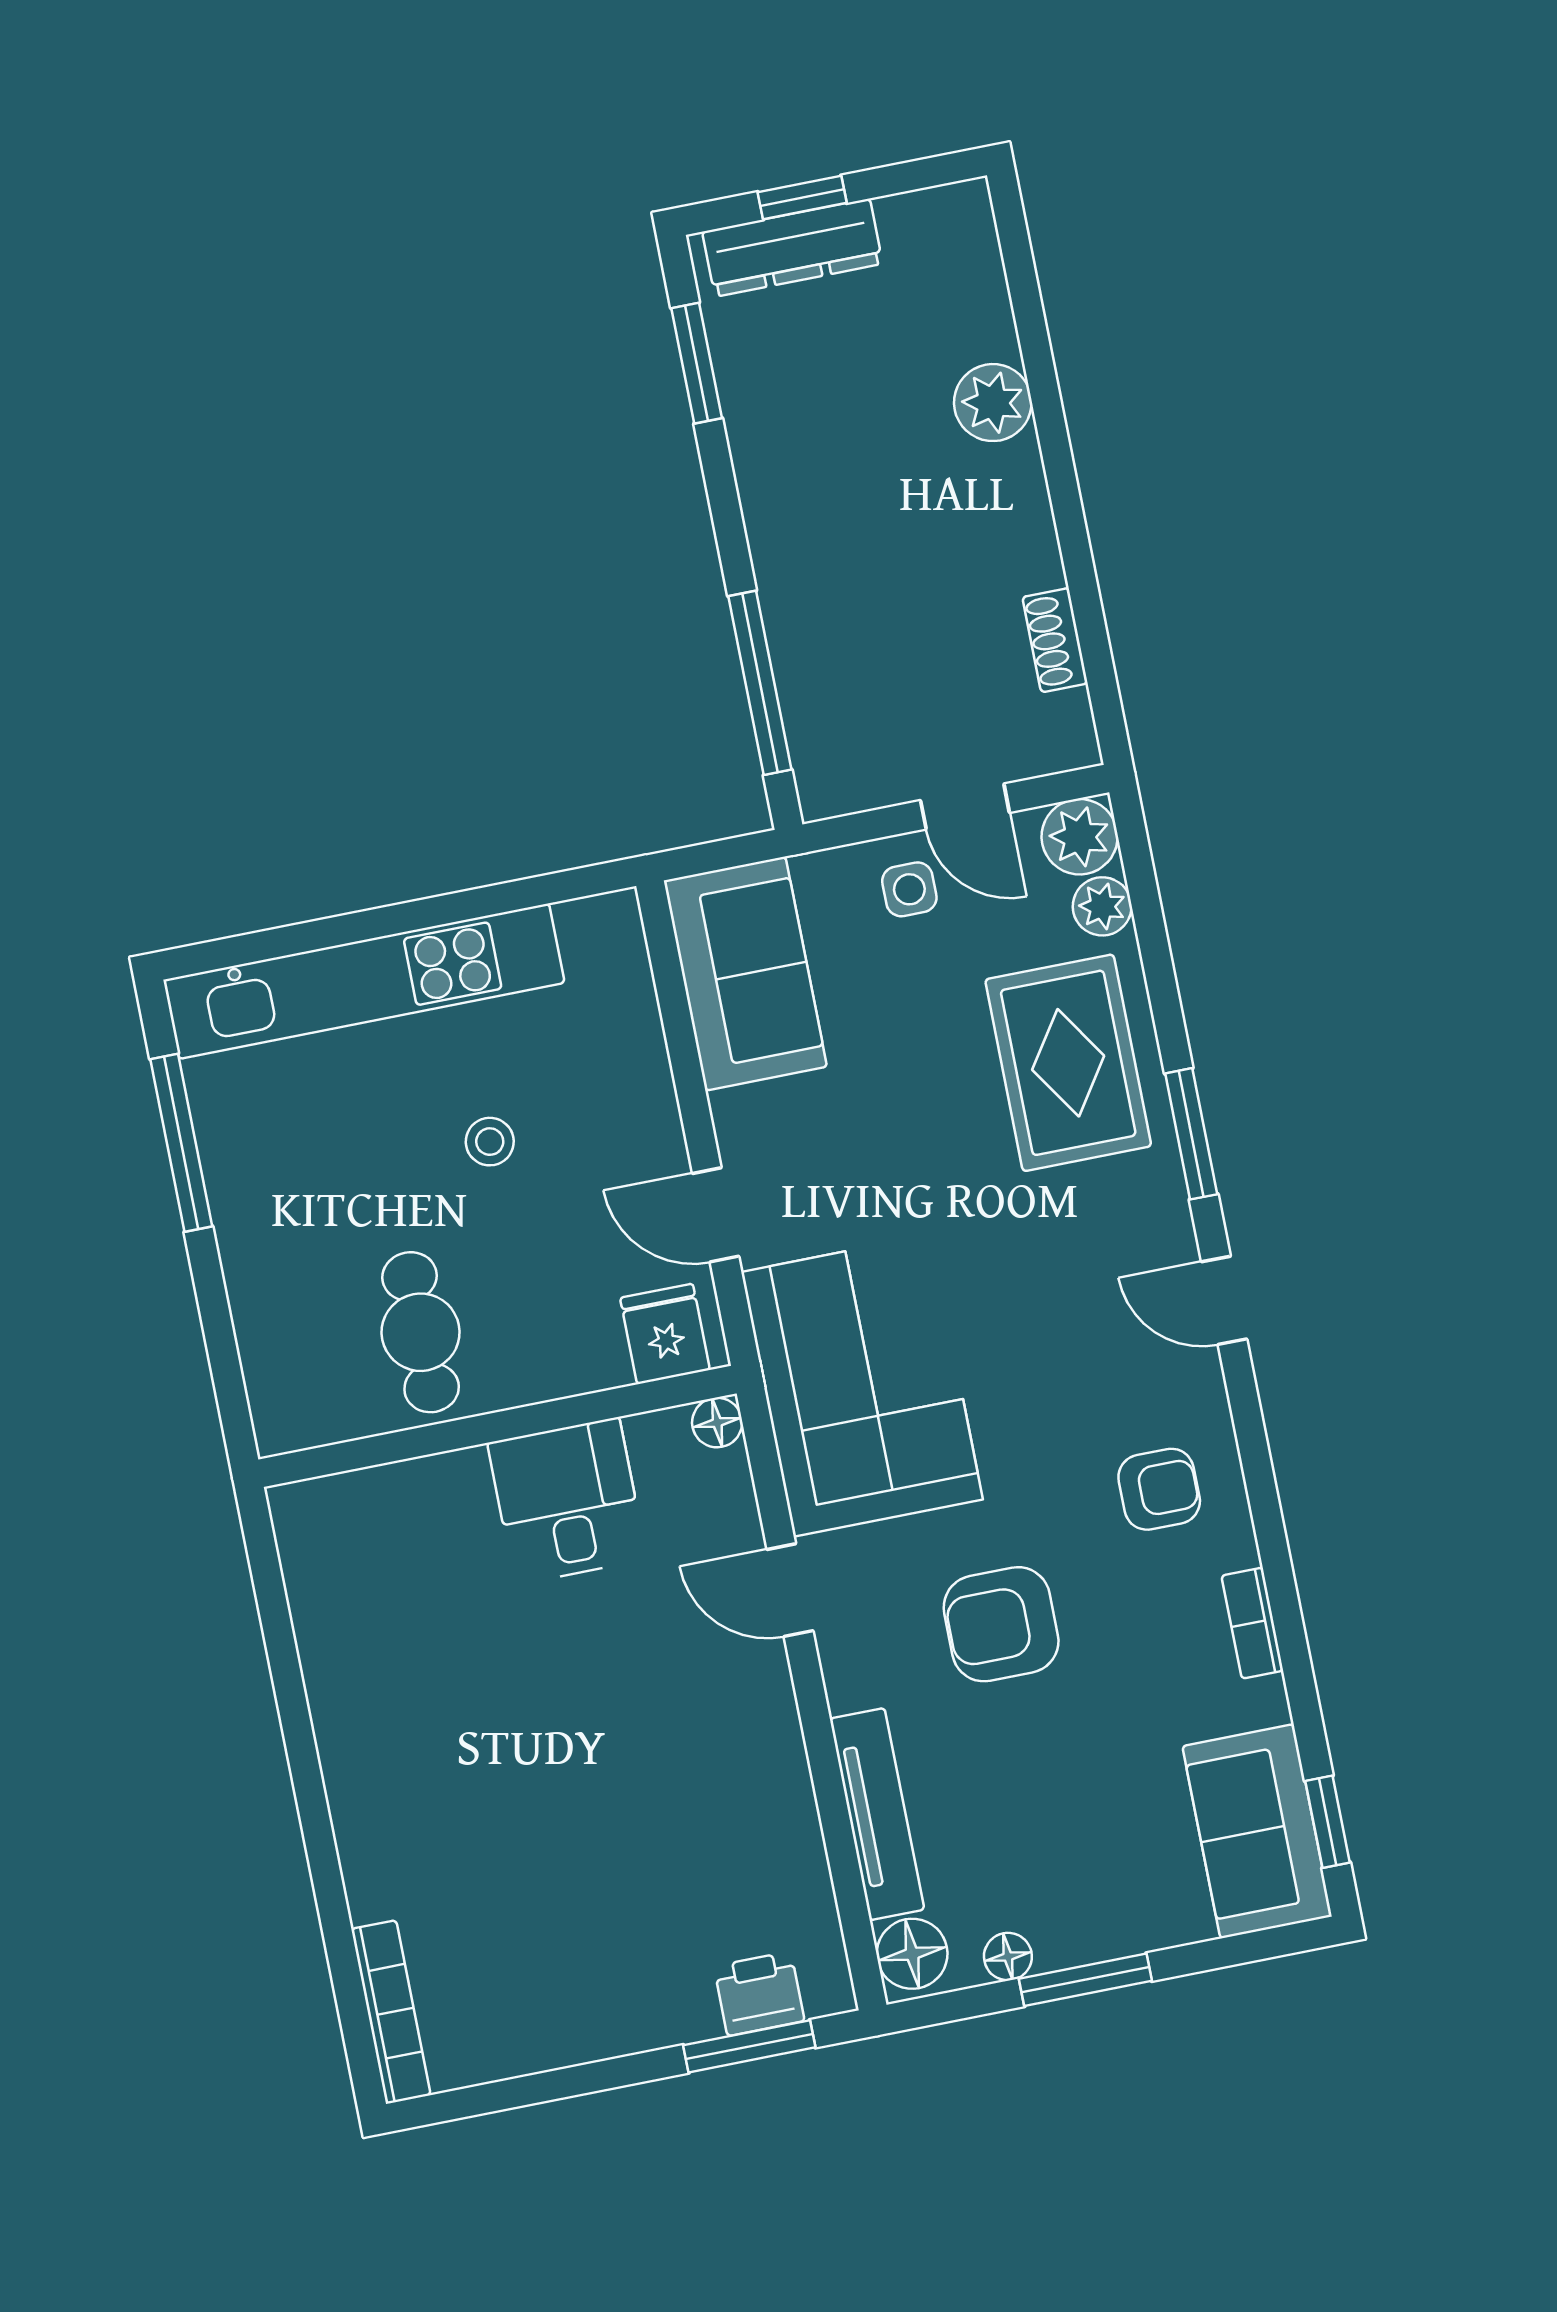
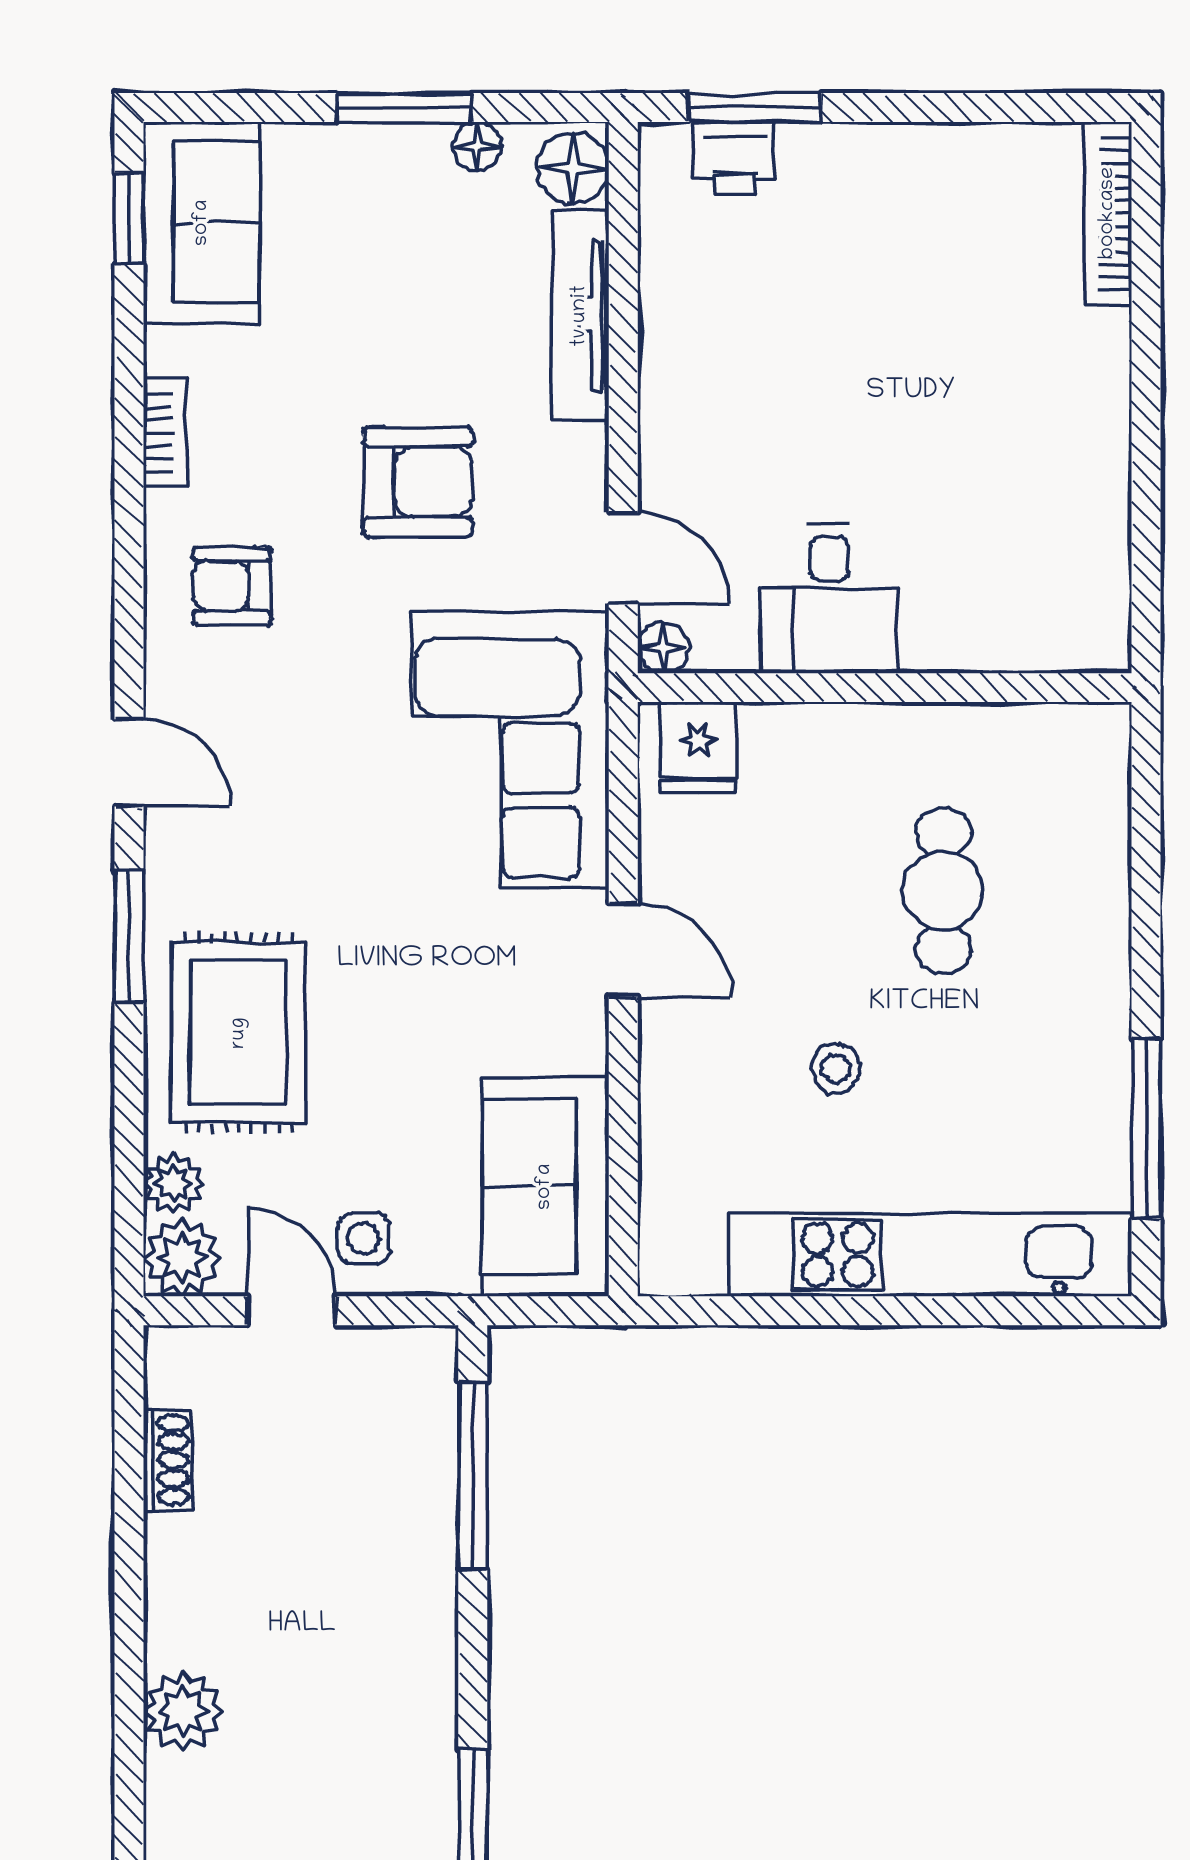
fridge: (665, 1334) -> (698, 747), moved
floor lamp: (717, 1423) -> (663, 648), moved
wall: (497, 1426) -> (885, 688), moved
desk: (567, 1501) -> (829, 599), moved

